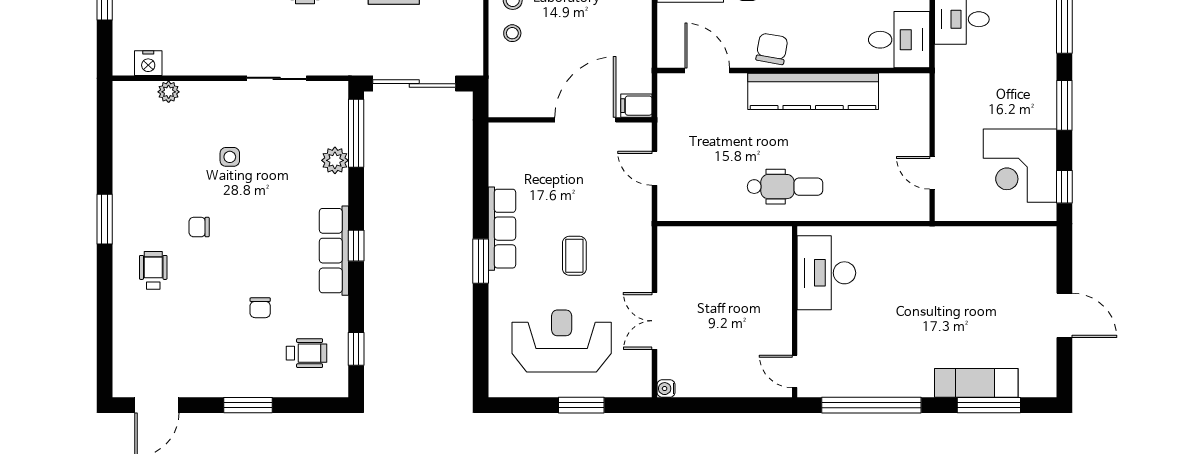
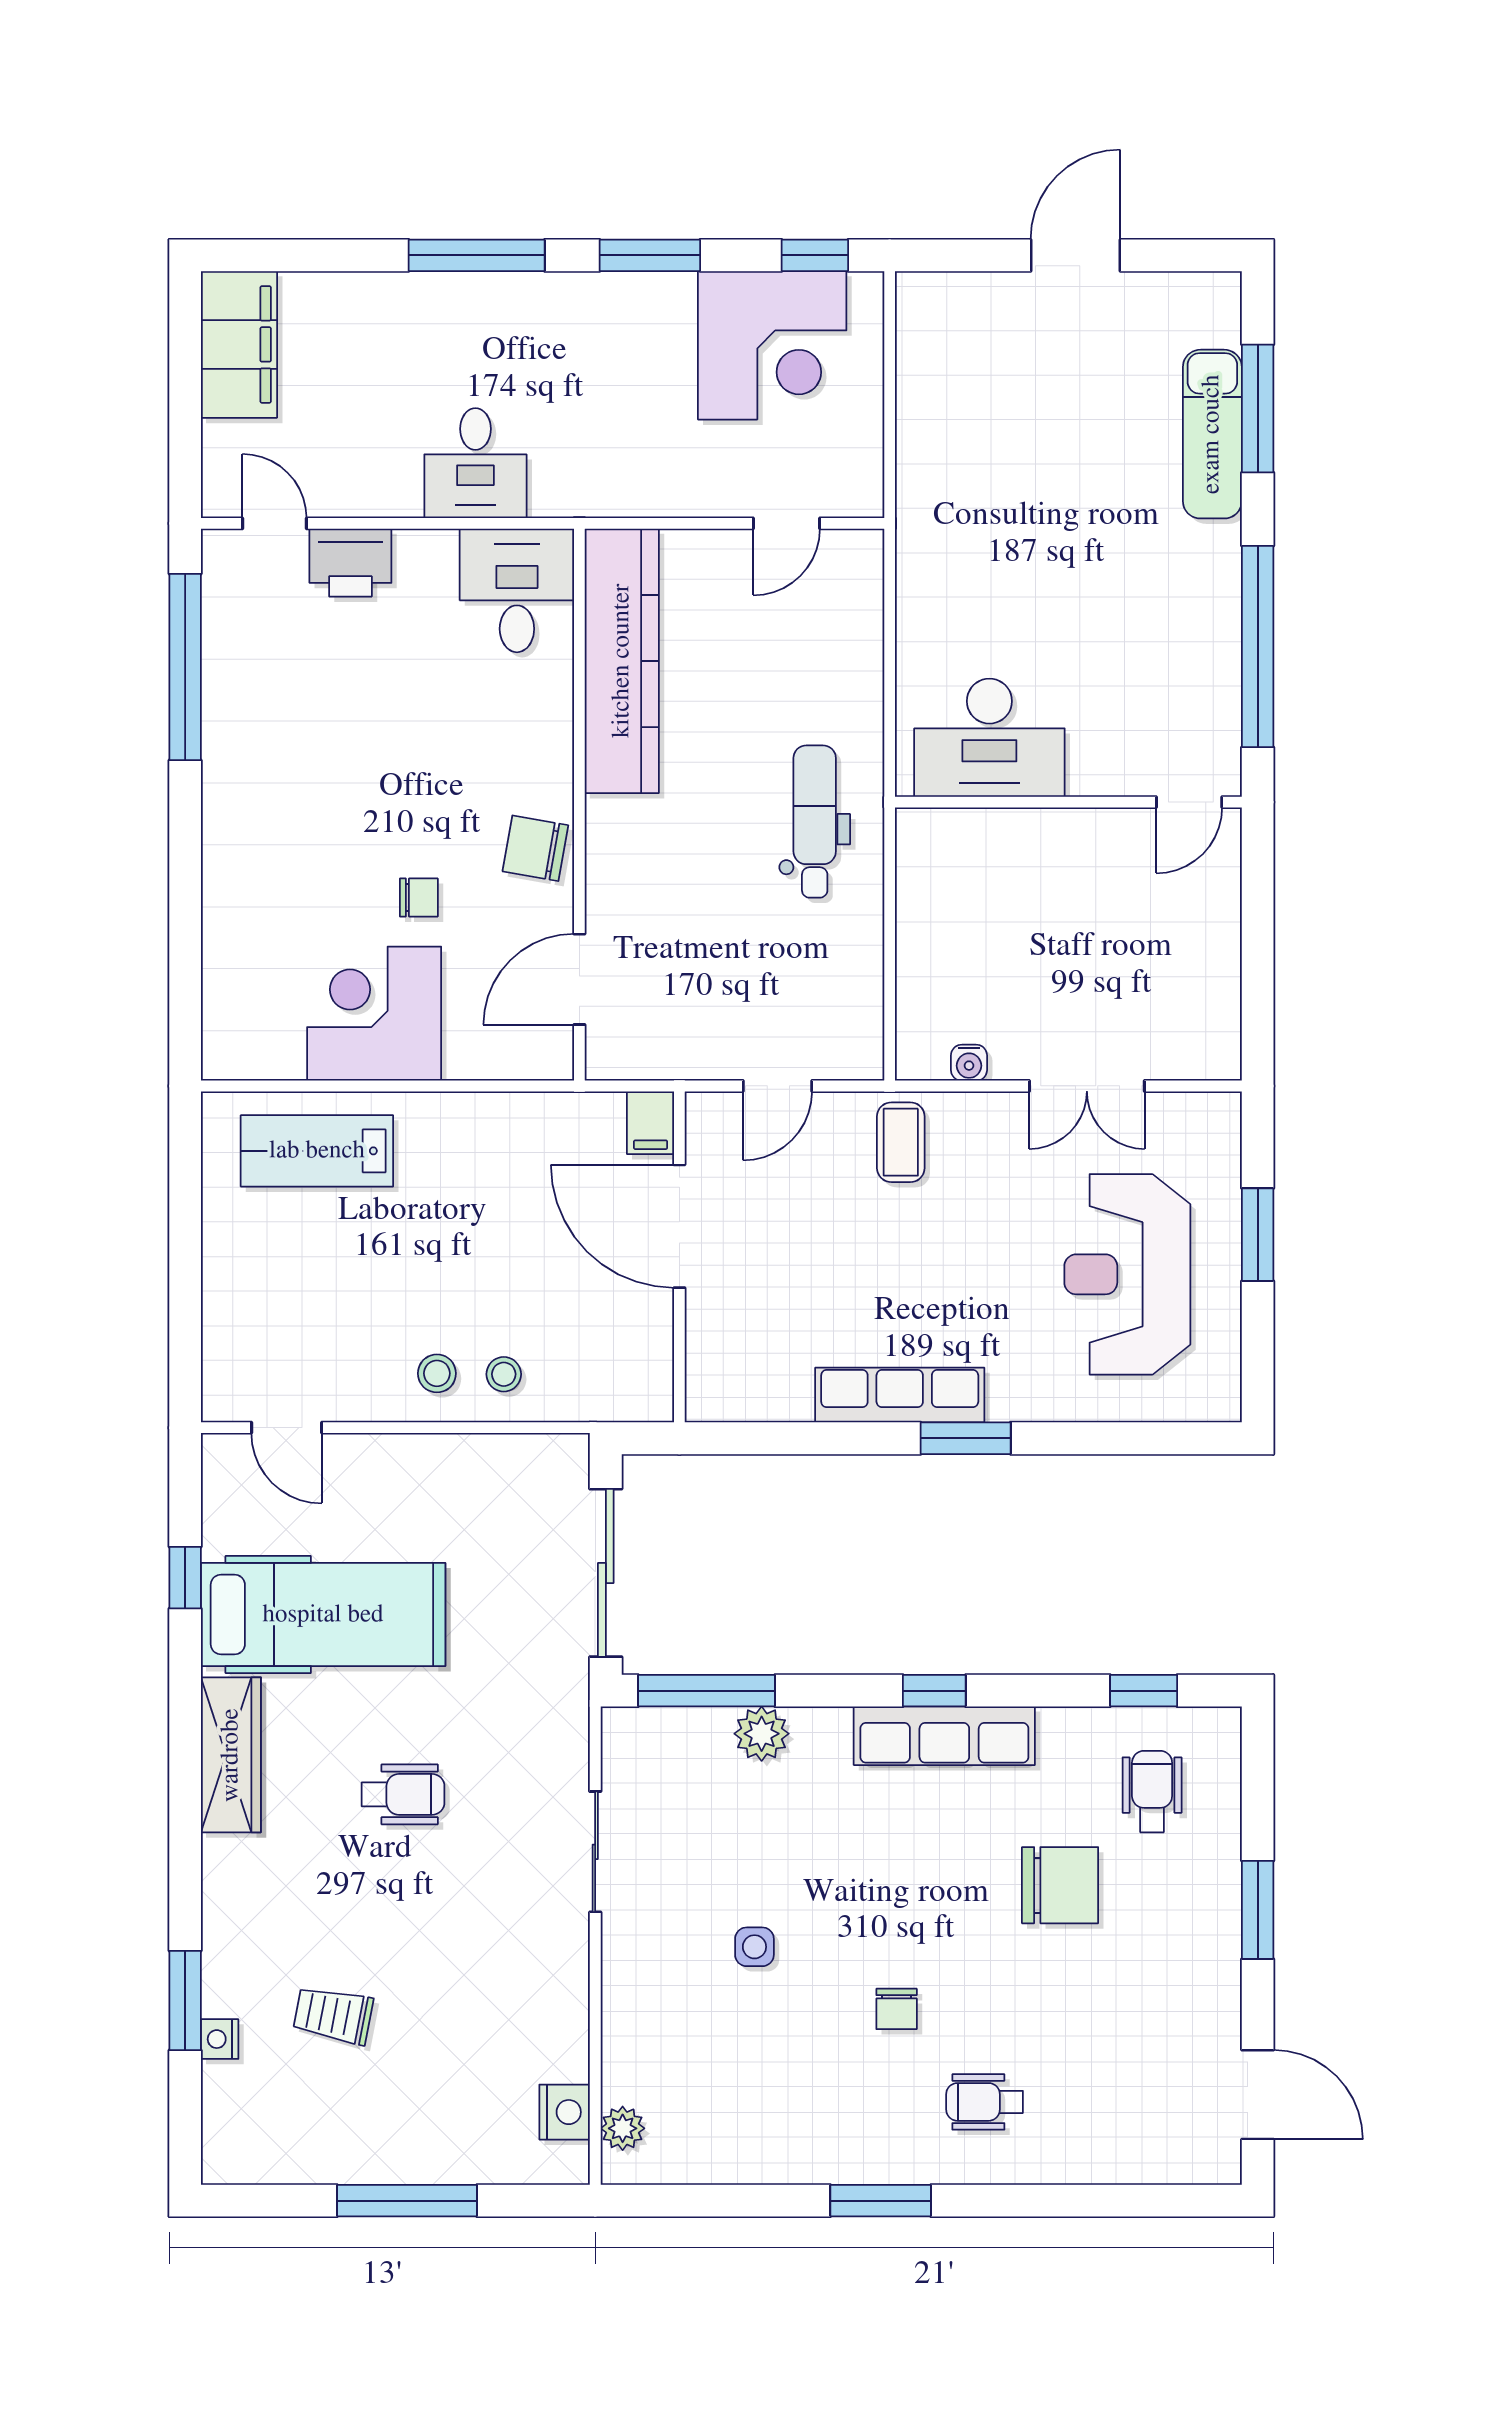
kitchen counter: (813, 91) -> (622, 661), moved
plant: (169, 92) -> (623, 2128), moved
coffee table: (574, 256) -> (901, 1142), moved, turned 90
chair: (260, 308) -> (1060, 1885), width x1.87, depth x1.87
water cooler: (666, 389) -> (969, 1063), moved

